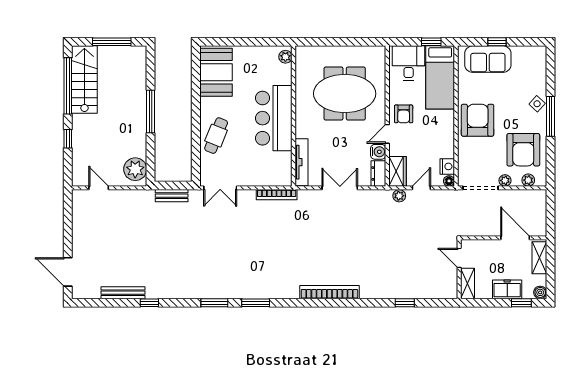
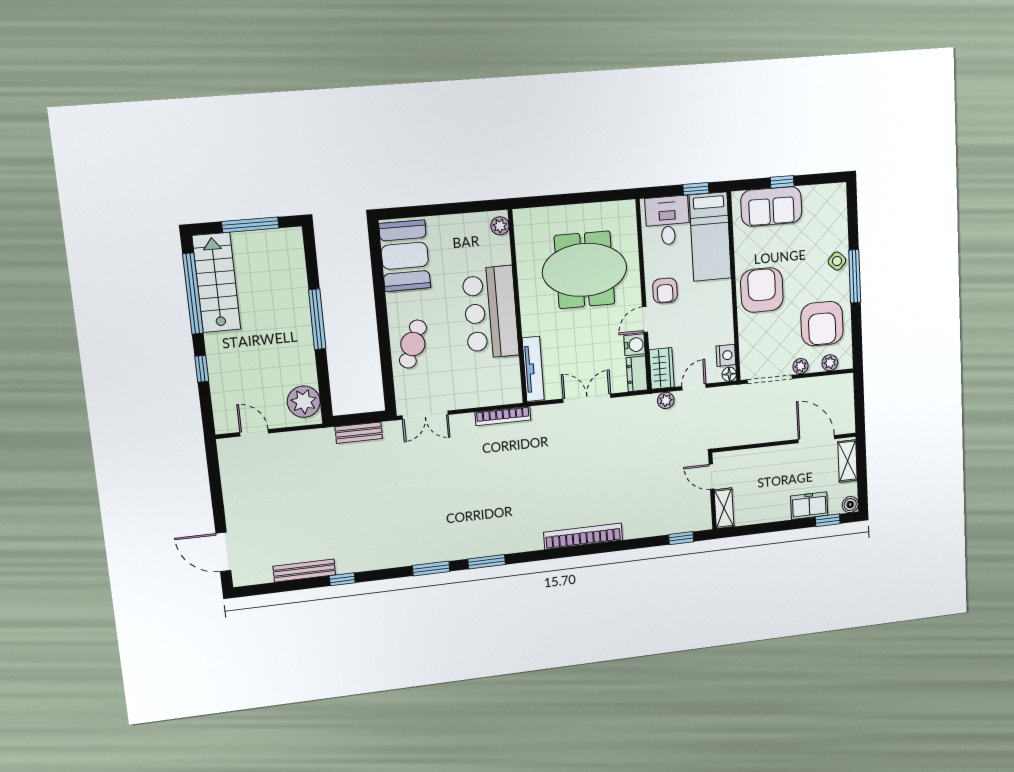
door: (459, 258) -> (711, 477), moved
wall: (459, 269) -> (712, 491), moved
shelving: (468, 284) -> (724, 508), moved

